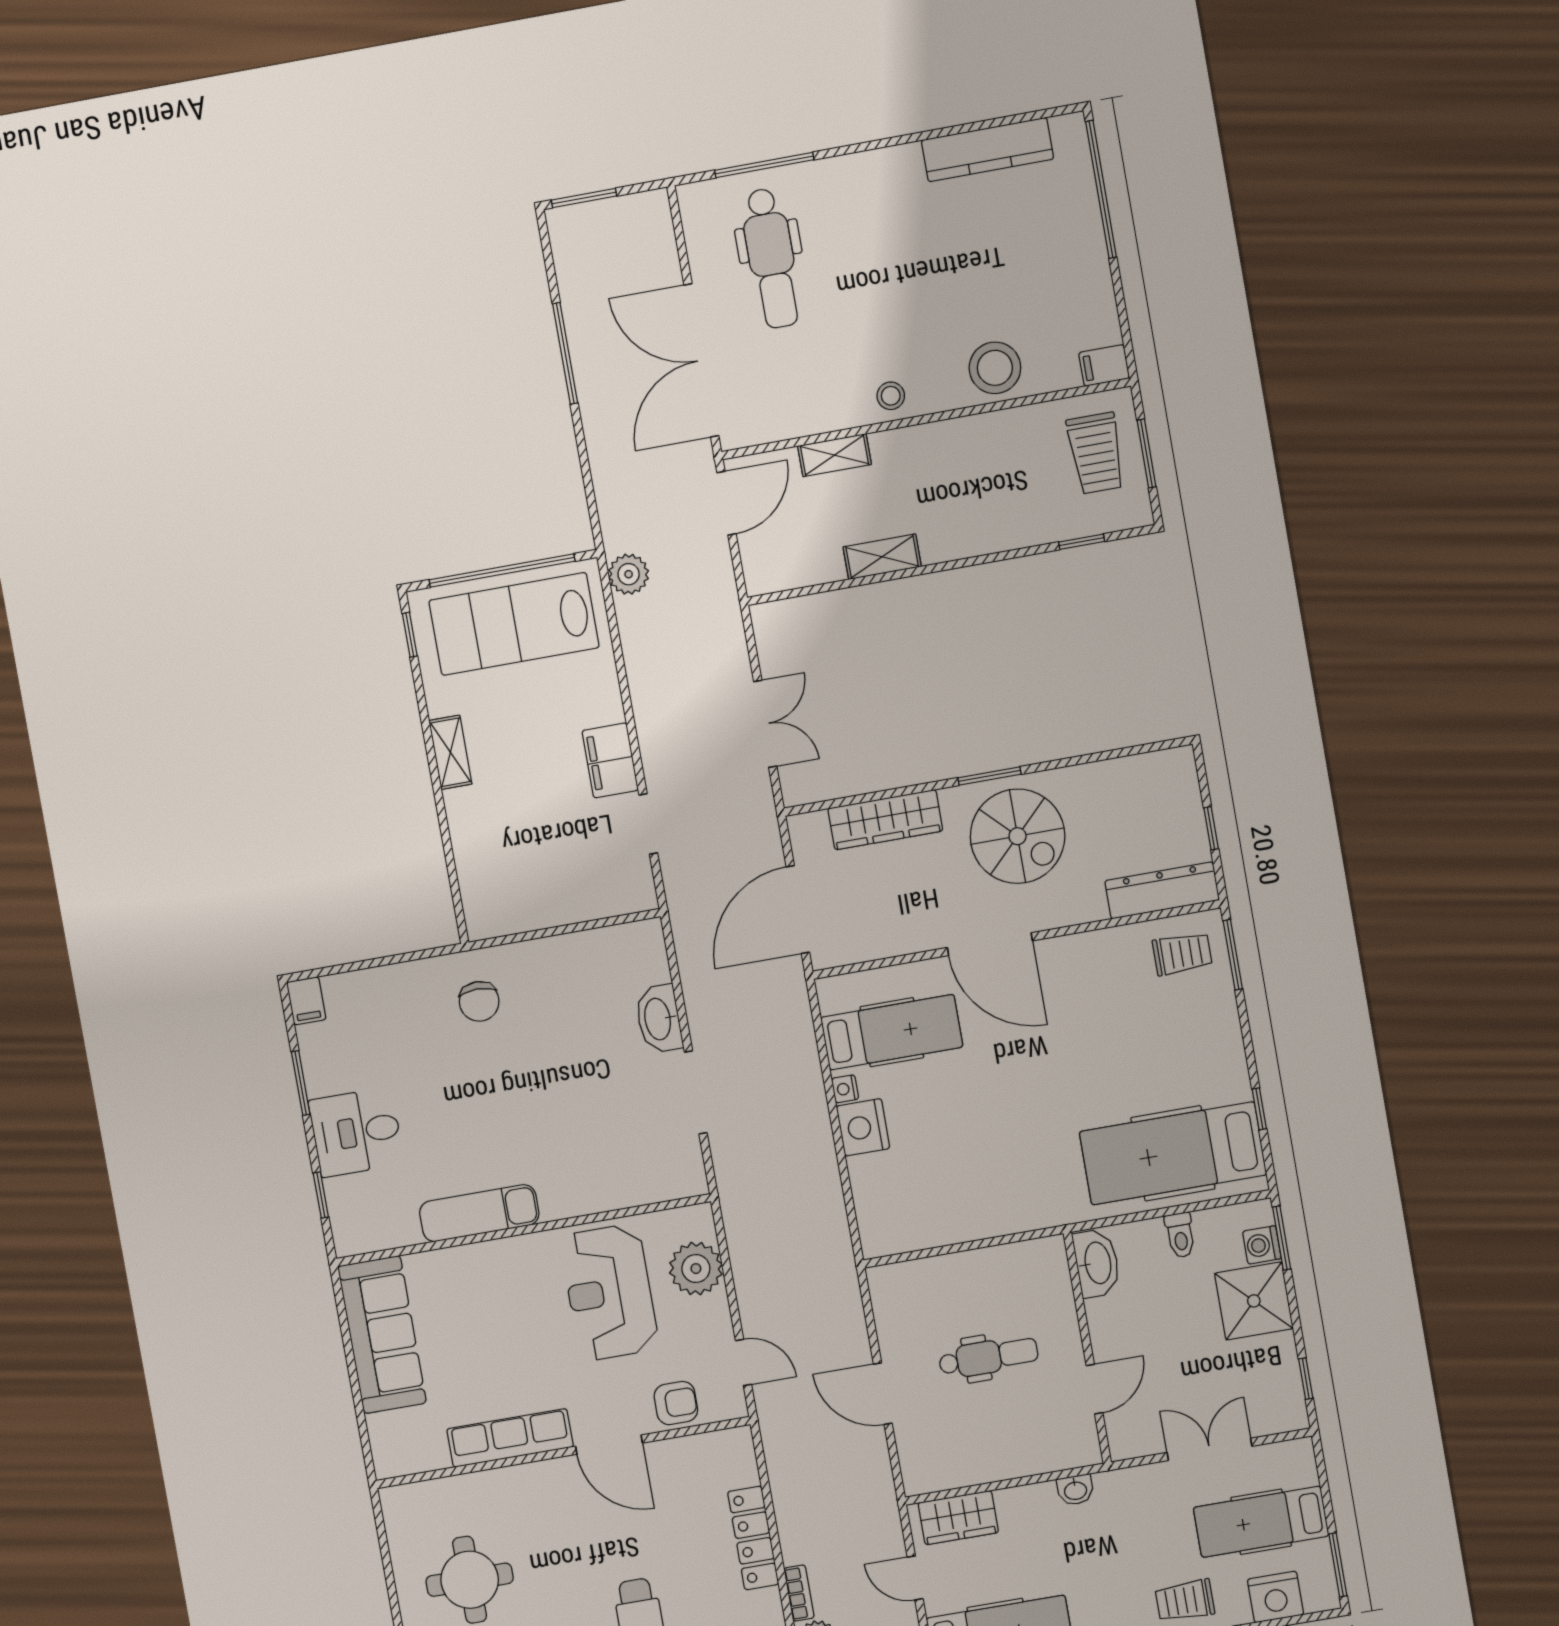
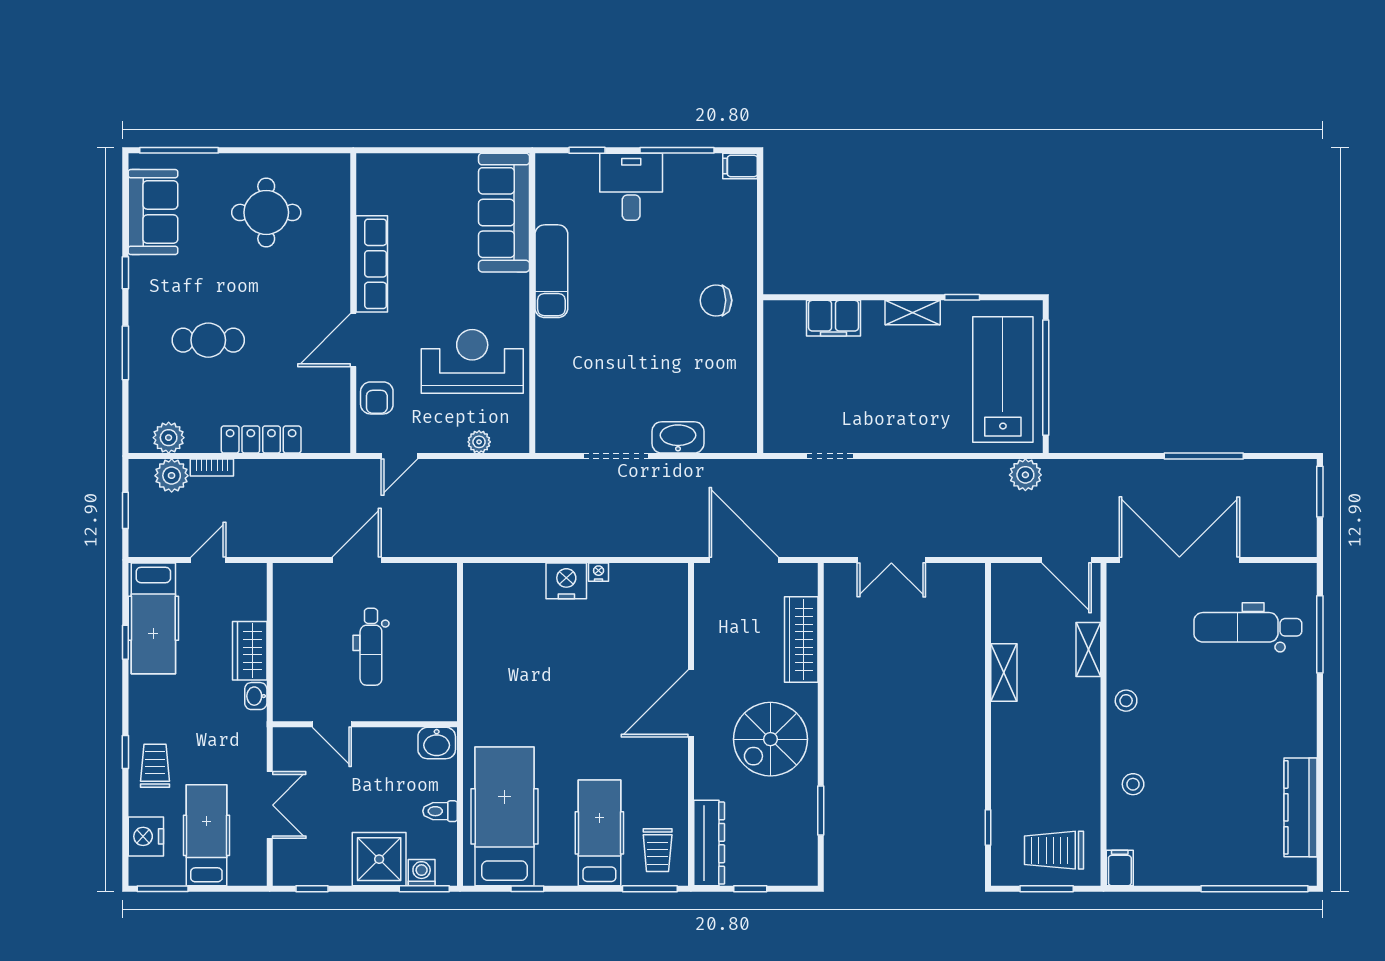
stool: (995, 368) -> (1133, 784), width x0.53, depth x0.53
window: (410, 635) -> (962, 297), moved
filing cabinet: (610, 760) -> (834, 318), moved, turned 180
window: (989, 776) -> (821, 810), moved
hospital bed: (892, 1032) -> (599, 833), moved, turned 180
window: (301, 1083) -> (677, 150), width x1.44
washbasin: (1097, 1263) -> (437, 743), width x0.72
plant: (696, 1269) -> (479, 442), width x0.53, depth x0.53
sofa: (382, 1335) -> (504, 213), moved, turned 90
wardrobe: (958, 1518) -> (250, 651), moved

